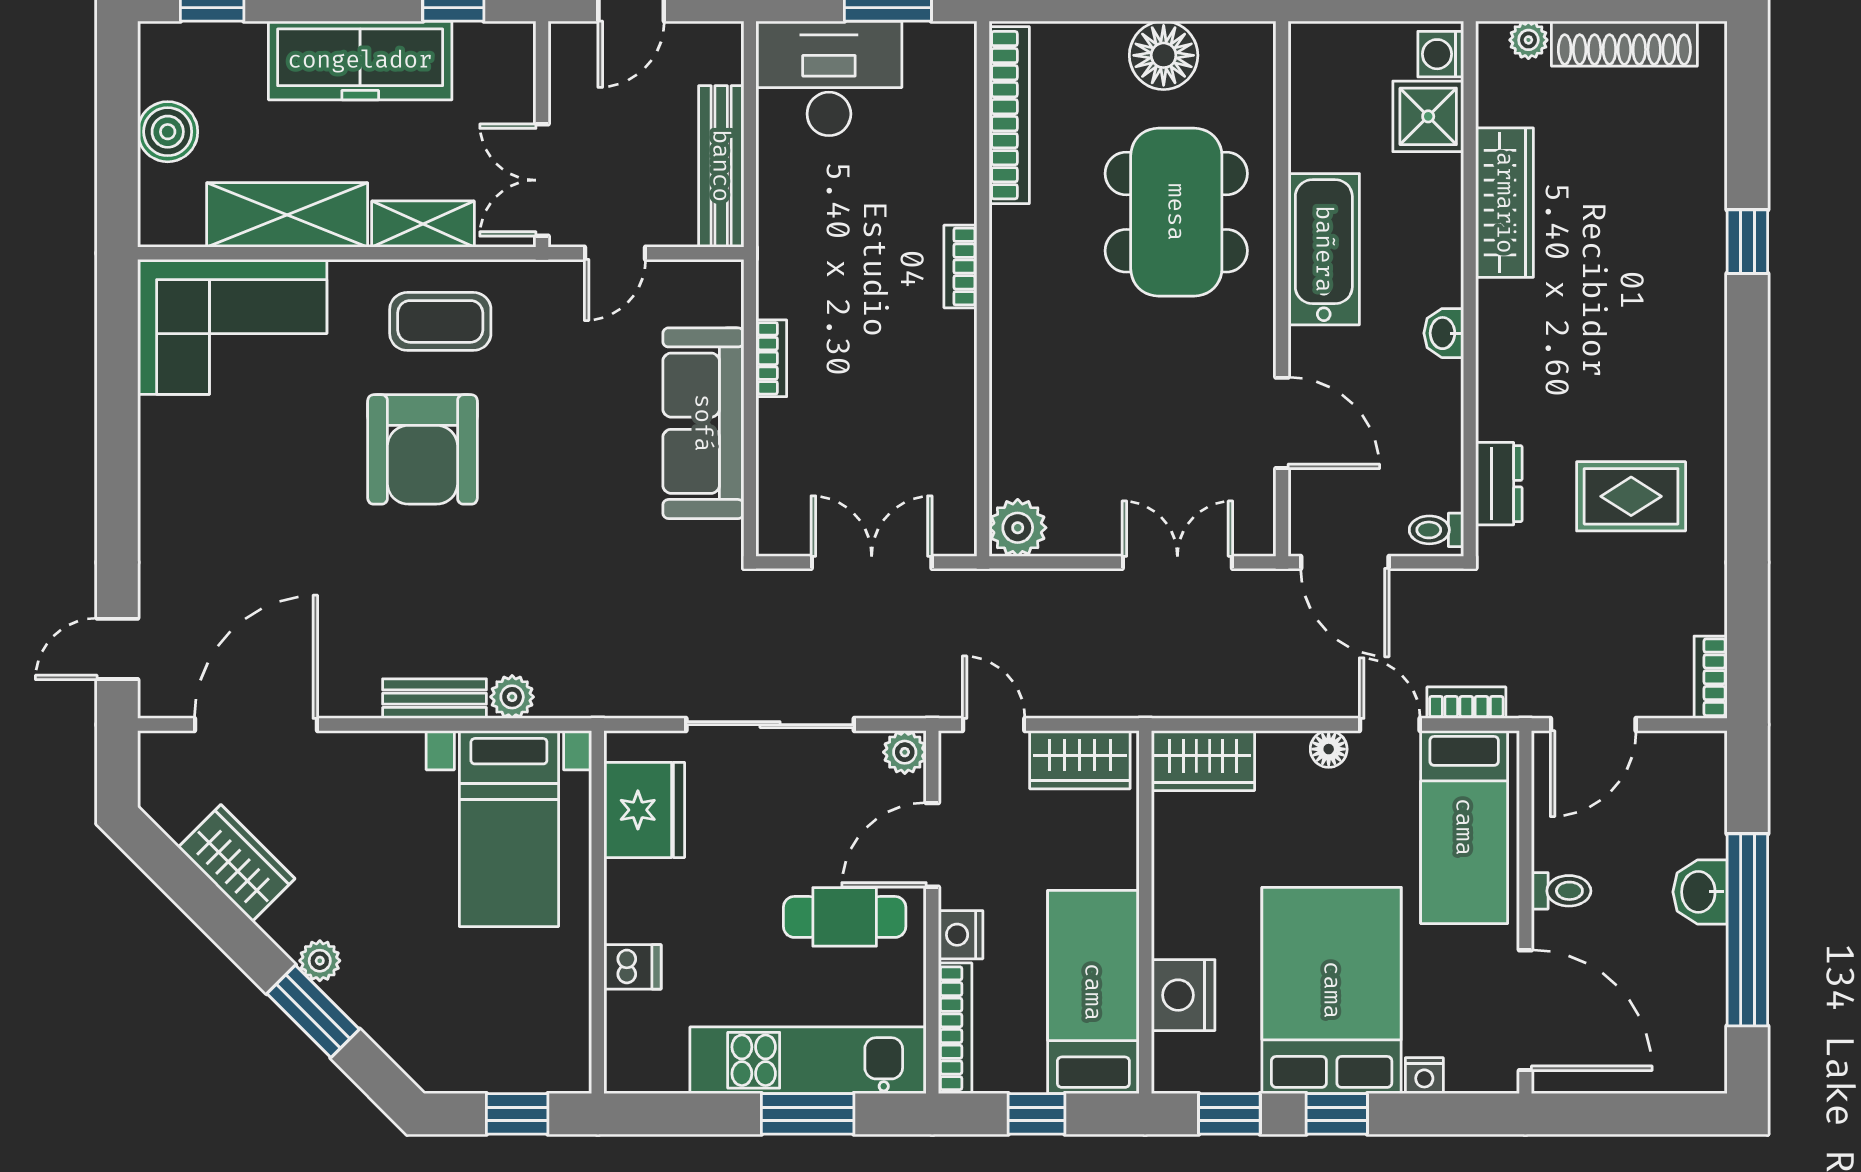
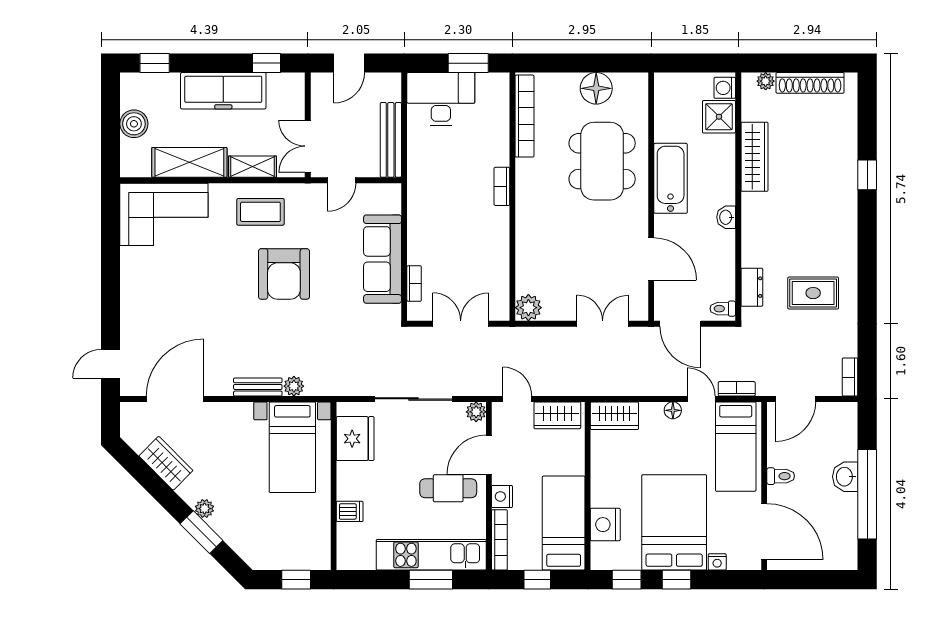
bookcase: (771, 358) -> (414, 283), moved
armchair: (423, 449) -> (284, 274), moved

